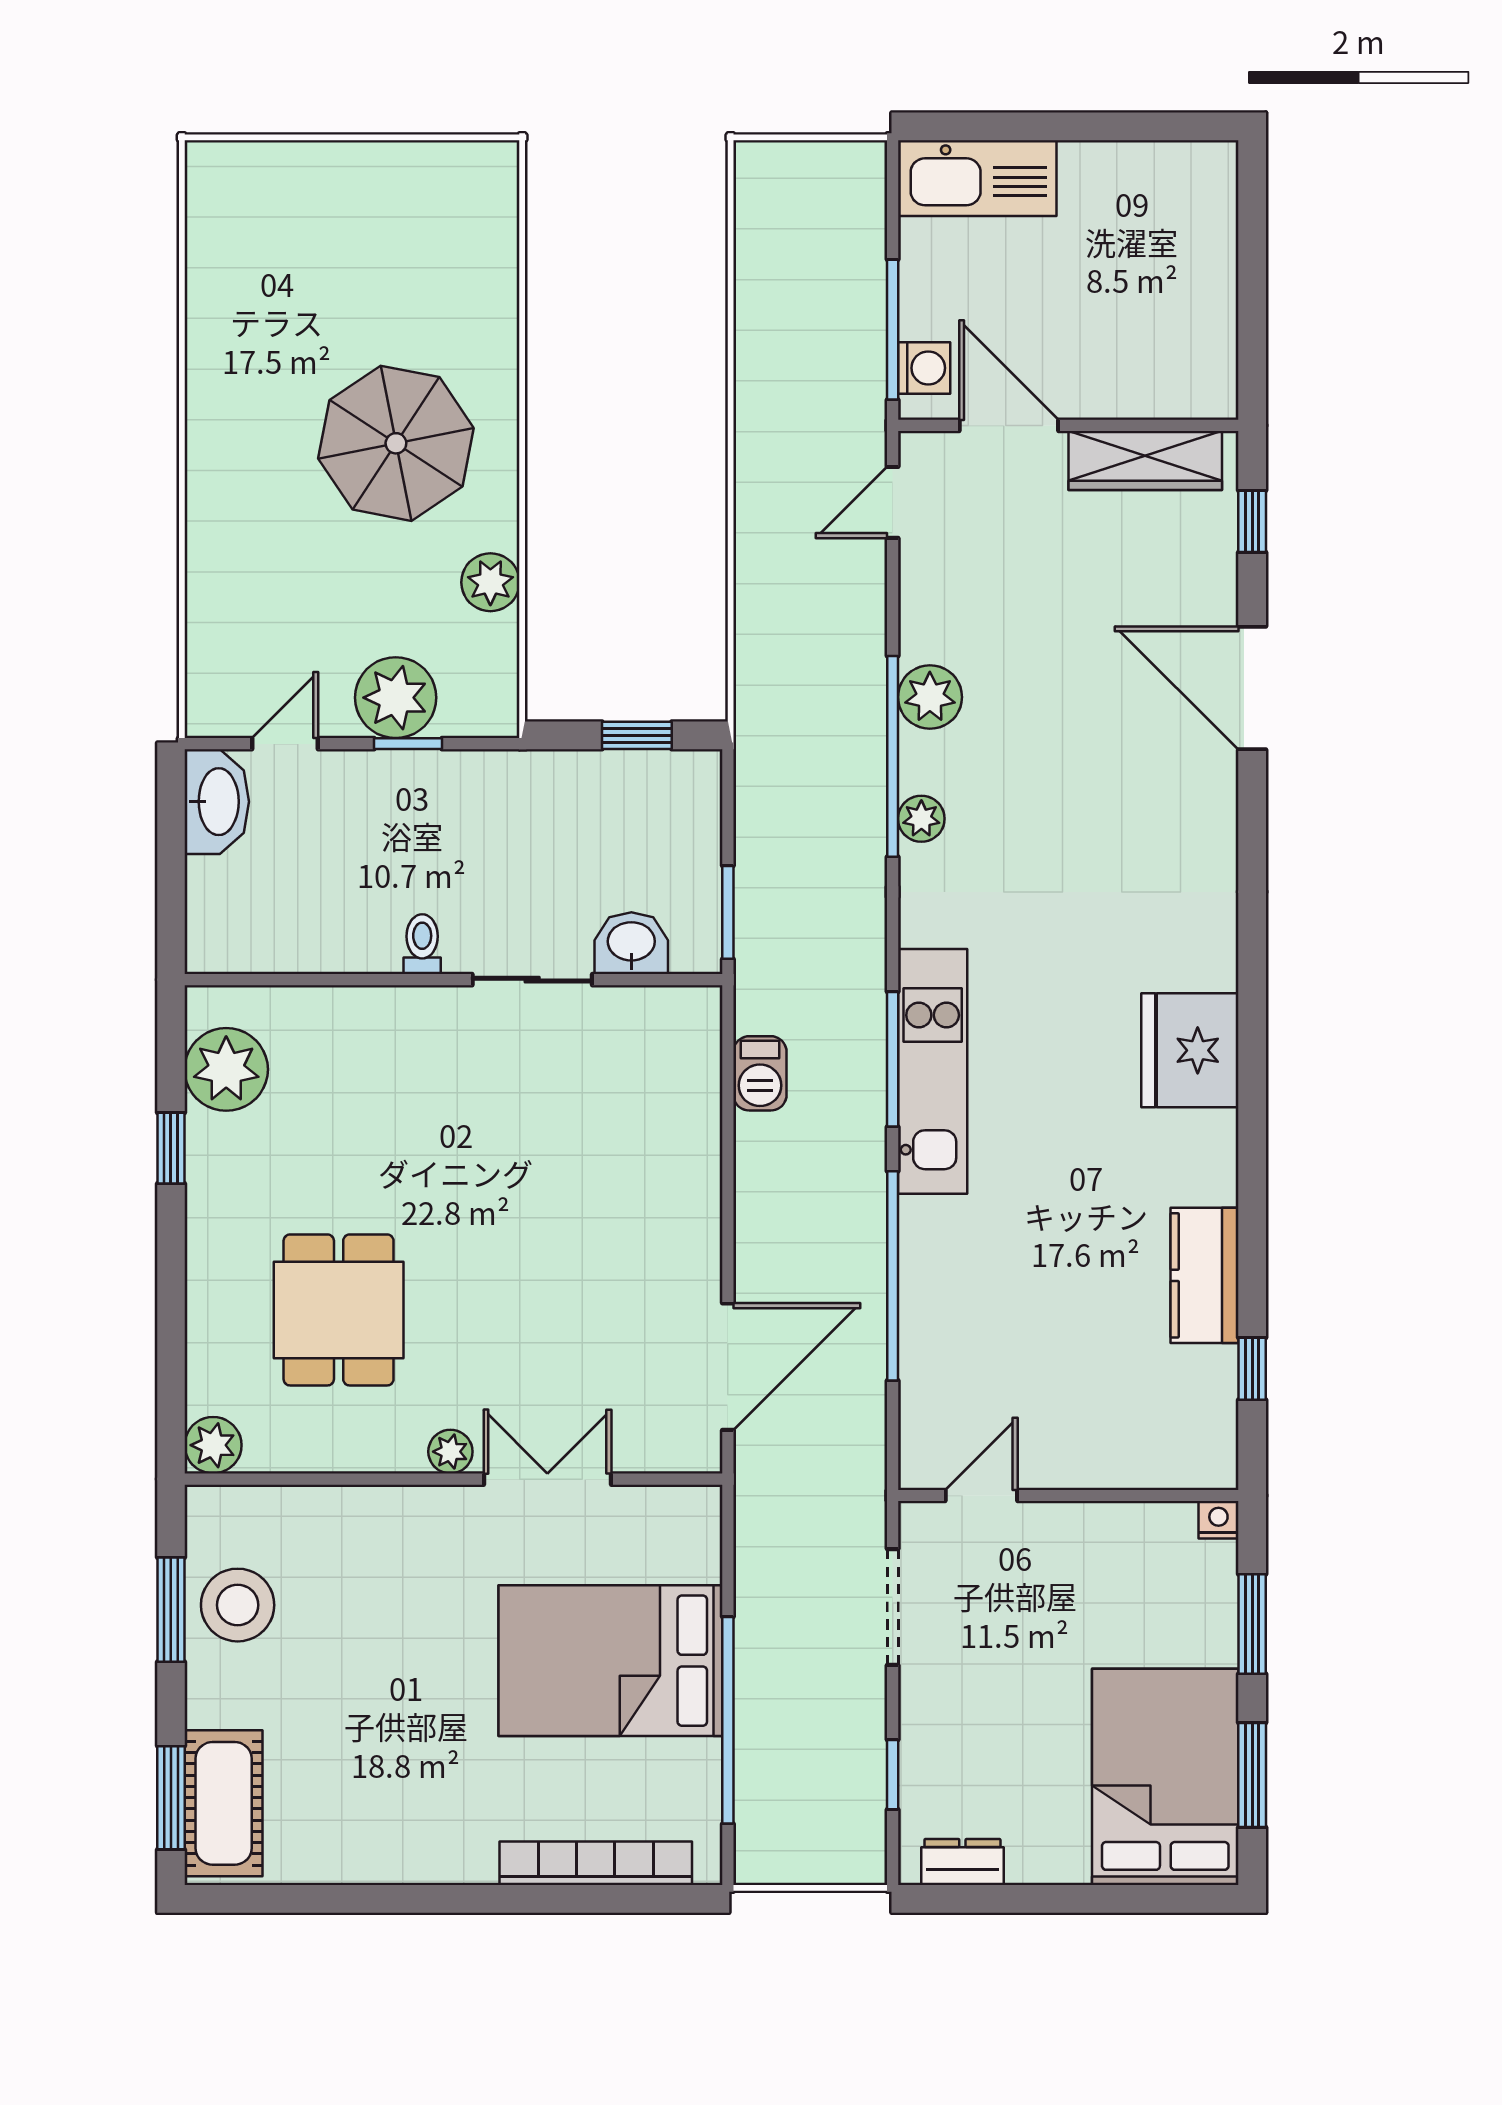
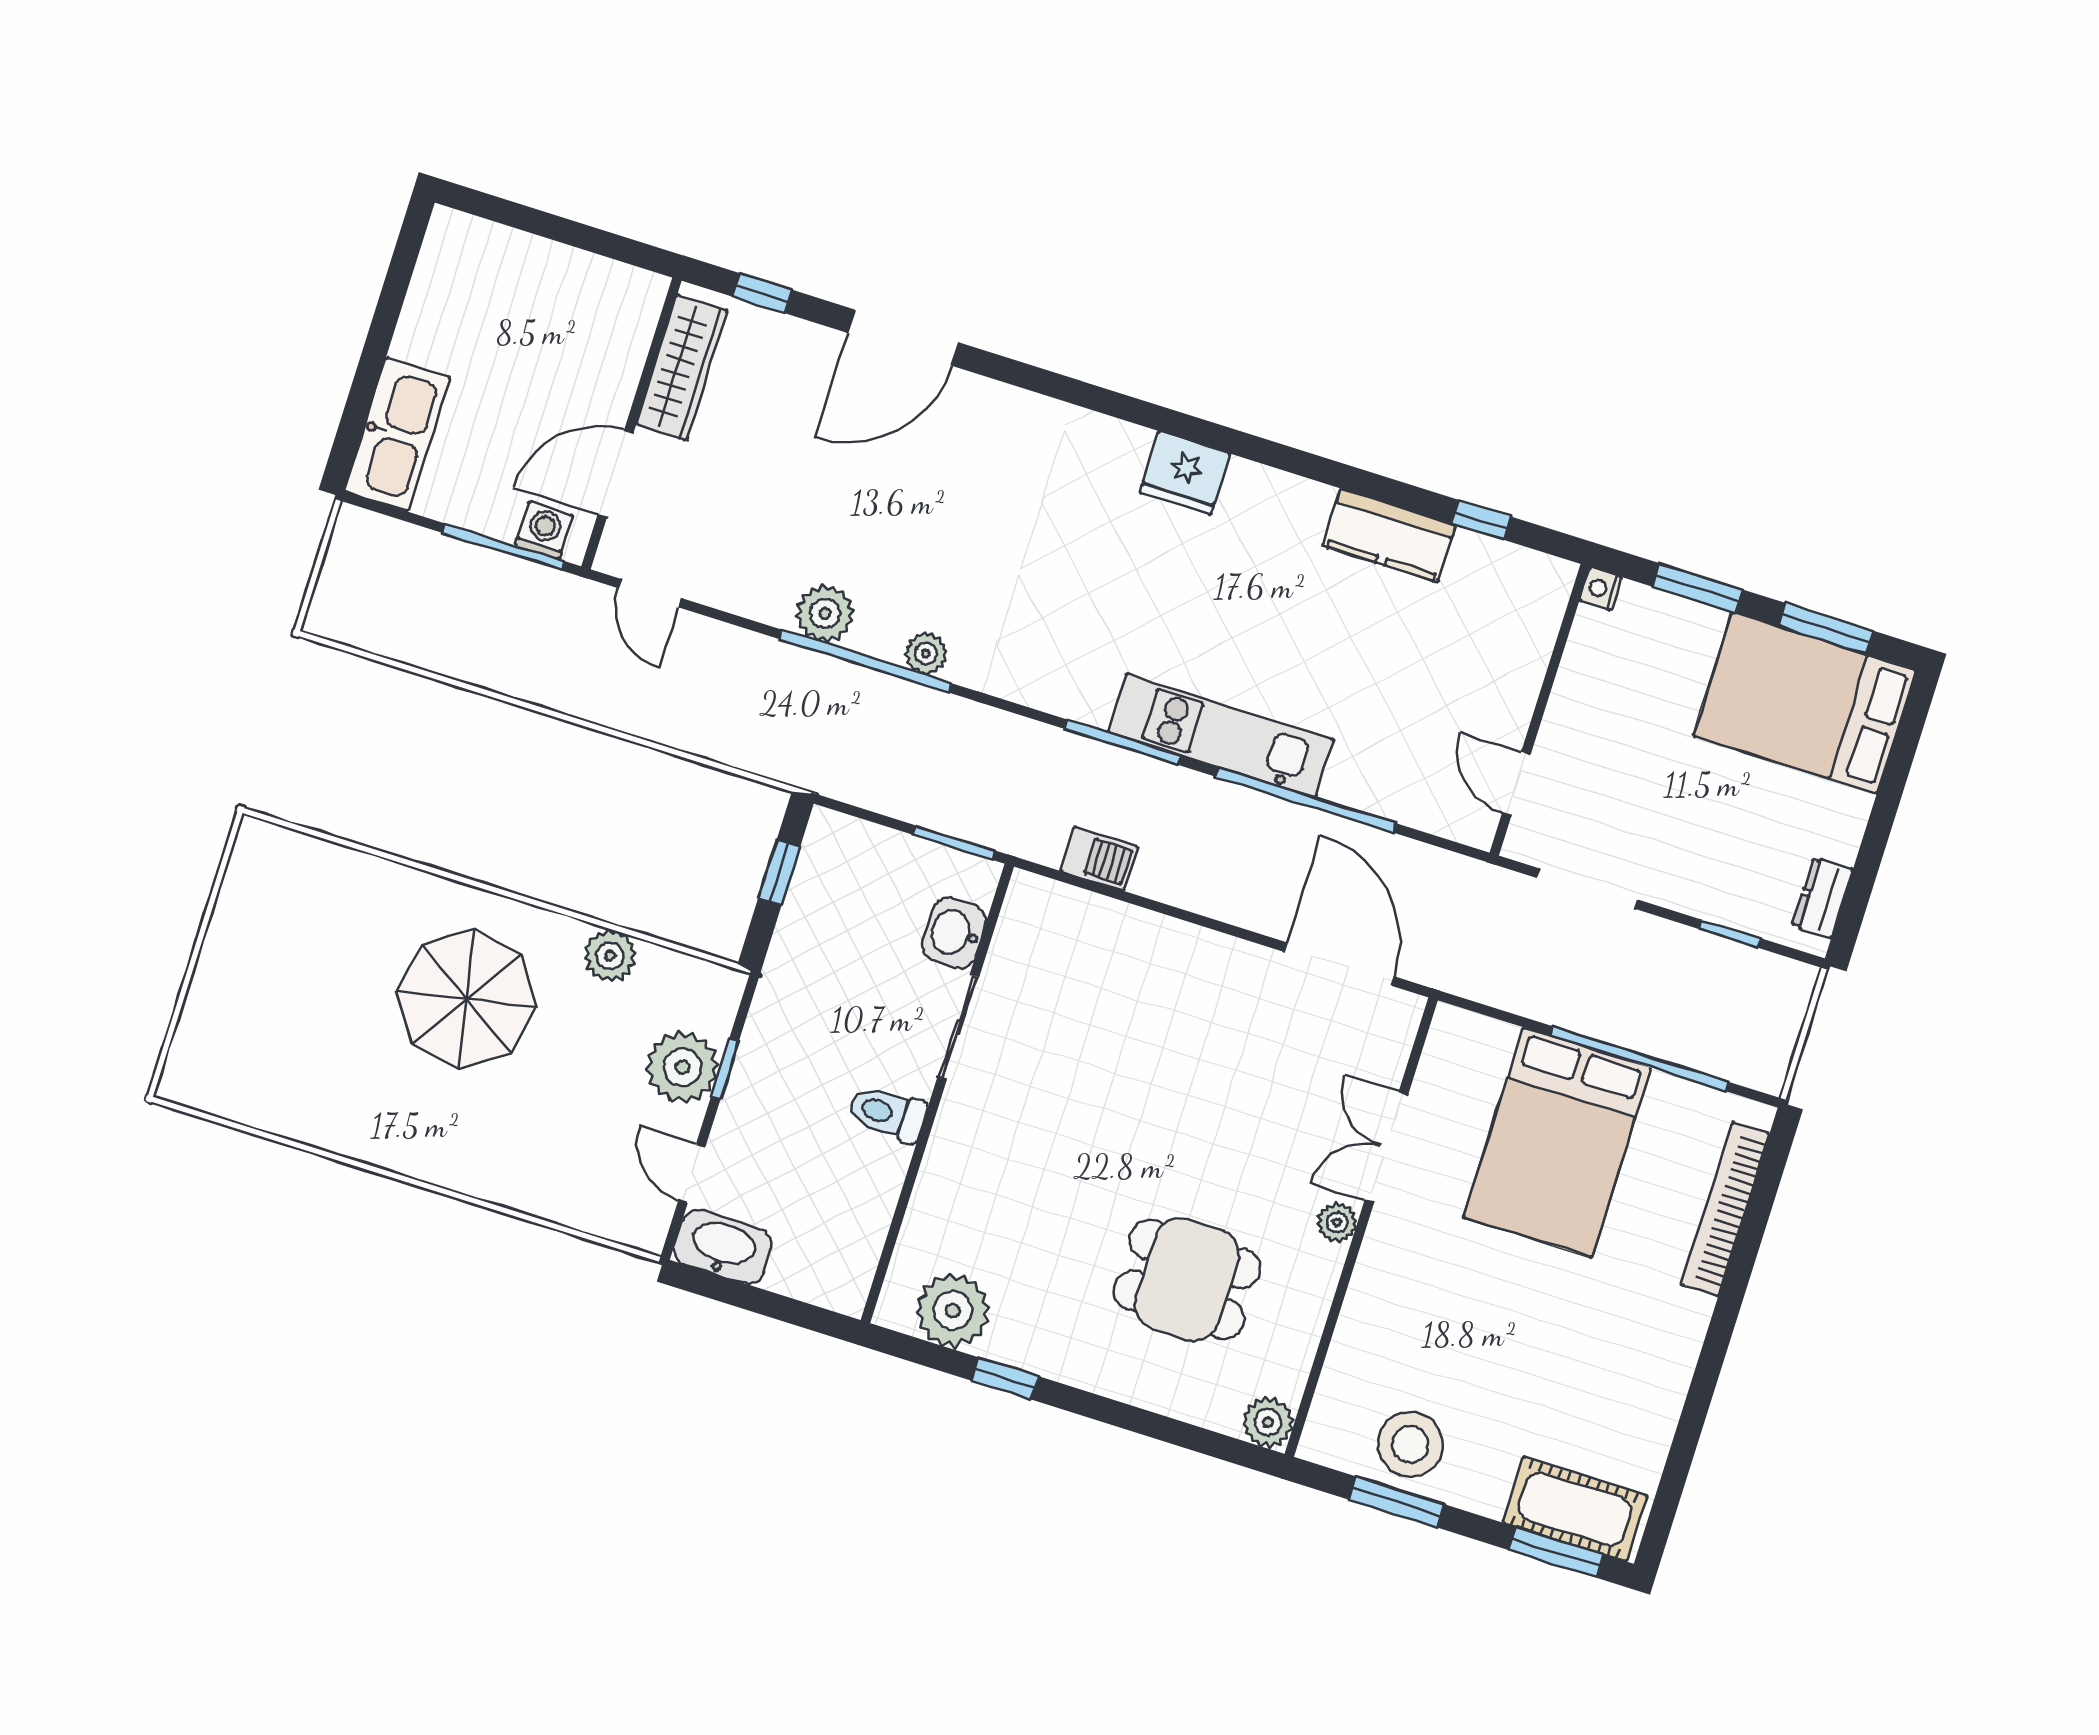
toilet: (422, 944) -> (887, 1113), width x1.37, depth x1.39
fridge: (1190, 1050) -> (1185, 473), width x0.73, depth x0.75
kitchen unit: (933, 1071) -> (1221, 736), moved

